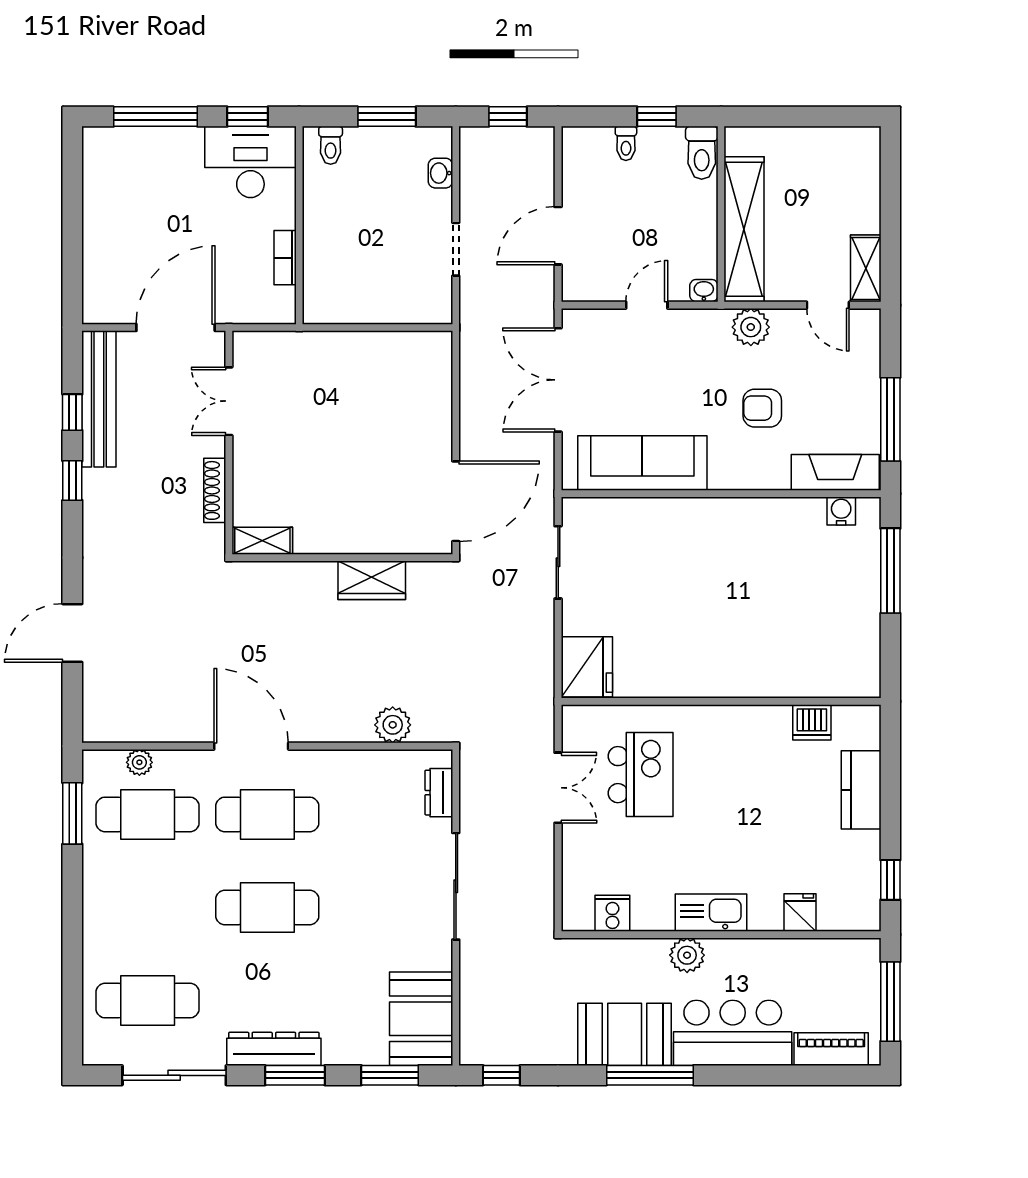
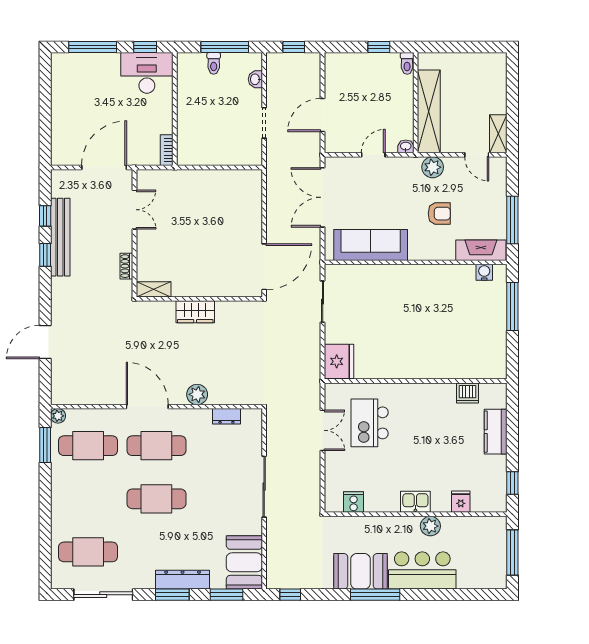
window: (387, 117) -> (225, 47), width x1.44
toilet: (626, 143) -> (361, 62), removed
toilet: (331, 145) -> (214, 63), moved
toilet: (702, 153) -> (407, 63), width x0.73, depth x0.72
bookcase: (285, 258) -> (167, 150), moved
bench: (99, 399) -> (60, 237), moved
double door: (229, 401) -> (135, 210), swing flipped
armchair: (762, 408) -> (439, 214), turned 180
shoe rack: (215, 490) -> (126, 266), width x0.70
wardrobe: (372, 580) -> (195, 312), moved
plant: (393, 725) -> (197, 394), moved
plant: (139, 762) -> (58, 416), moved
kitchen island: (641, 775) -> (370, 423), turned 180
dresser: (439, 793) -> (226, 416), moved, turned -90
kitchen sink: (711, 913) -> (415, 502), width x0.73
plant: (687, 955) -> (430, 526), moved
dresser: (274, 1049) -> (183, 580), moved
piano: (831, 1049) -> (479, 580), removed

